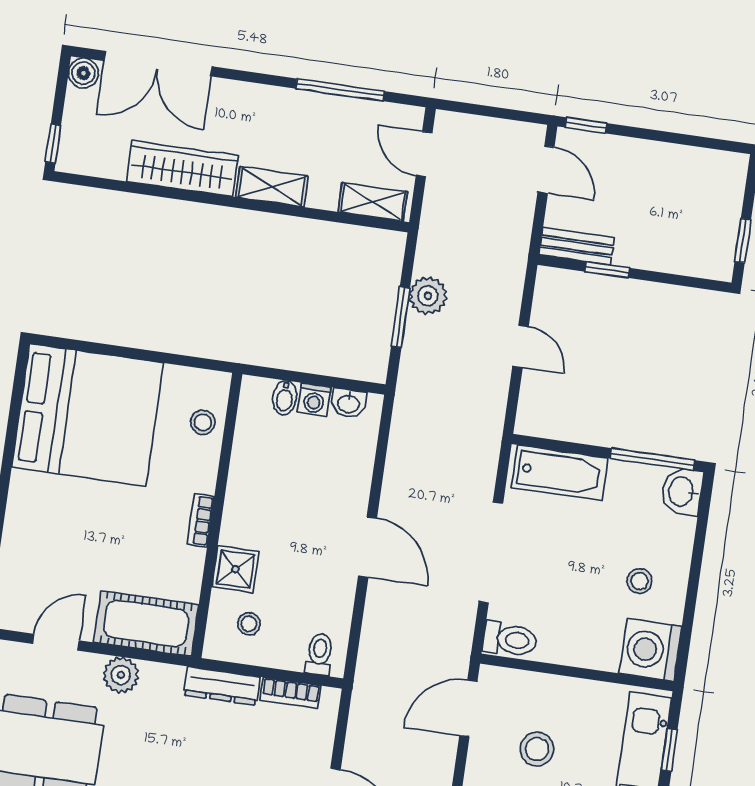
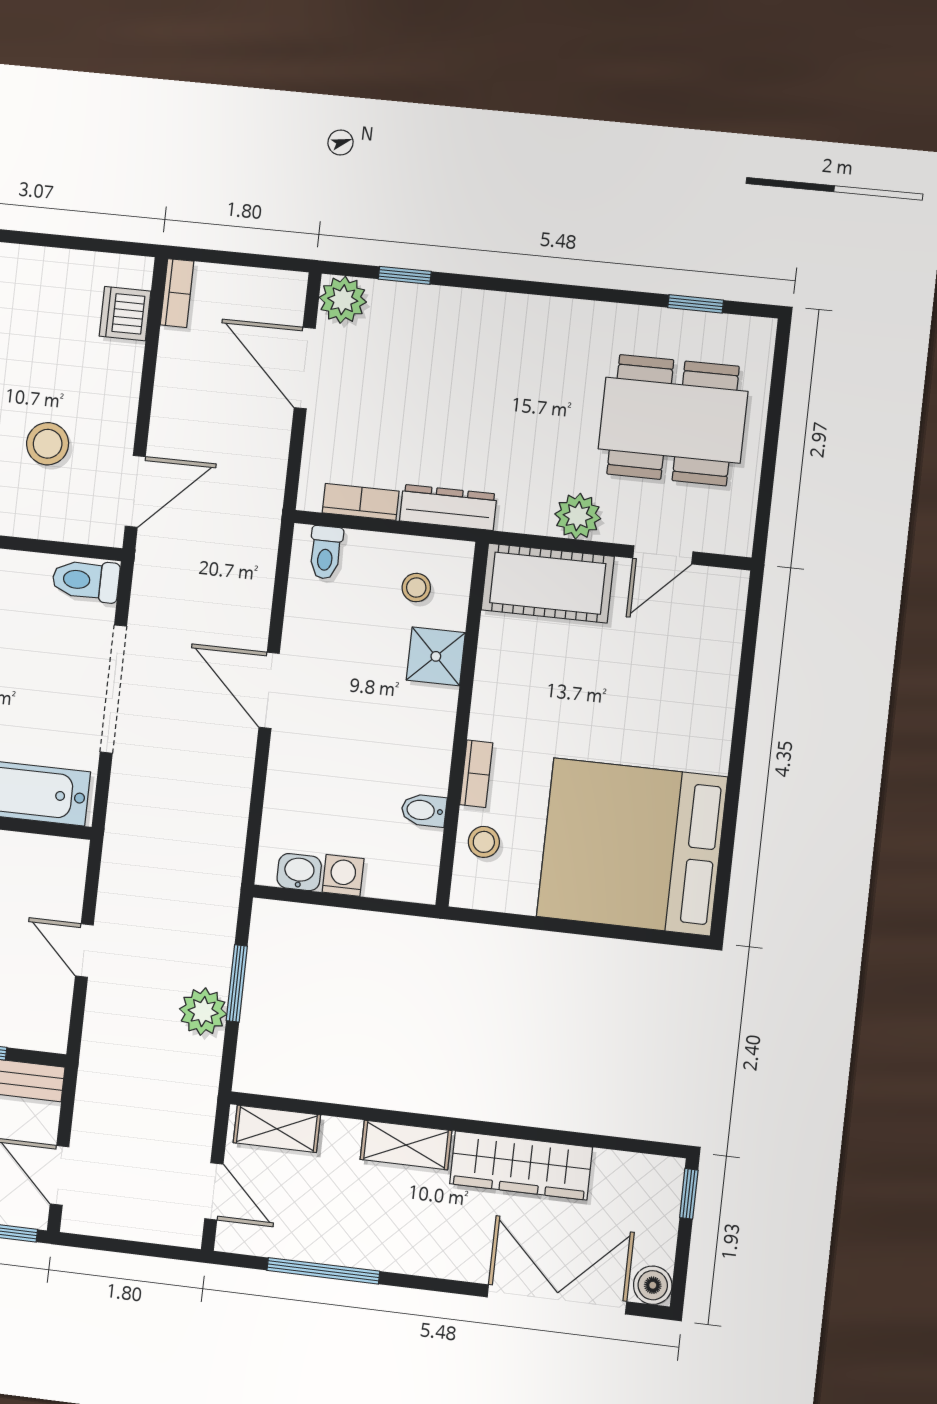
bidet: (285, 398) -> (424, 810), moved, turned -90
bookcase: (201, 520) -> (476, 774), moved

